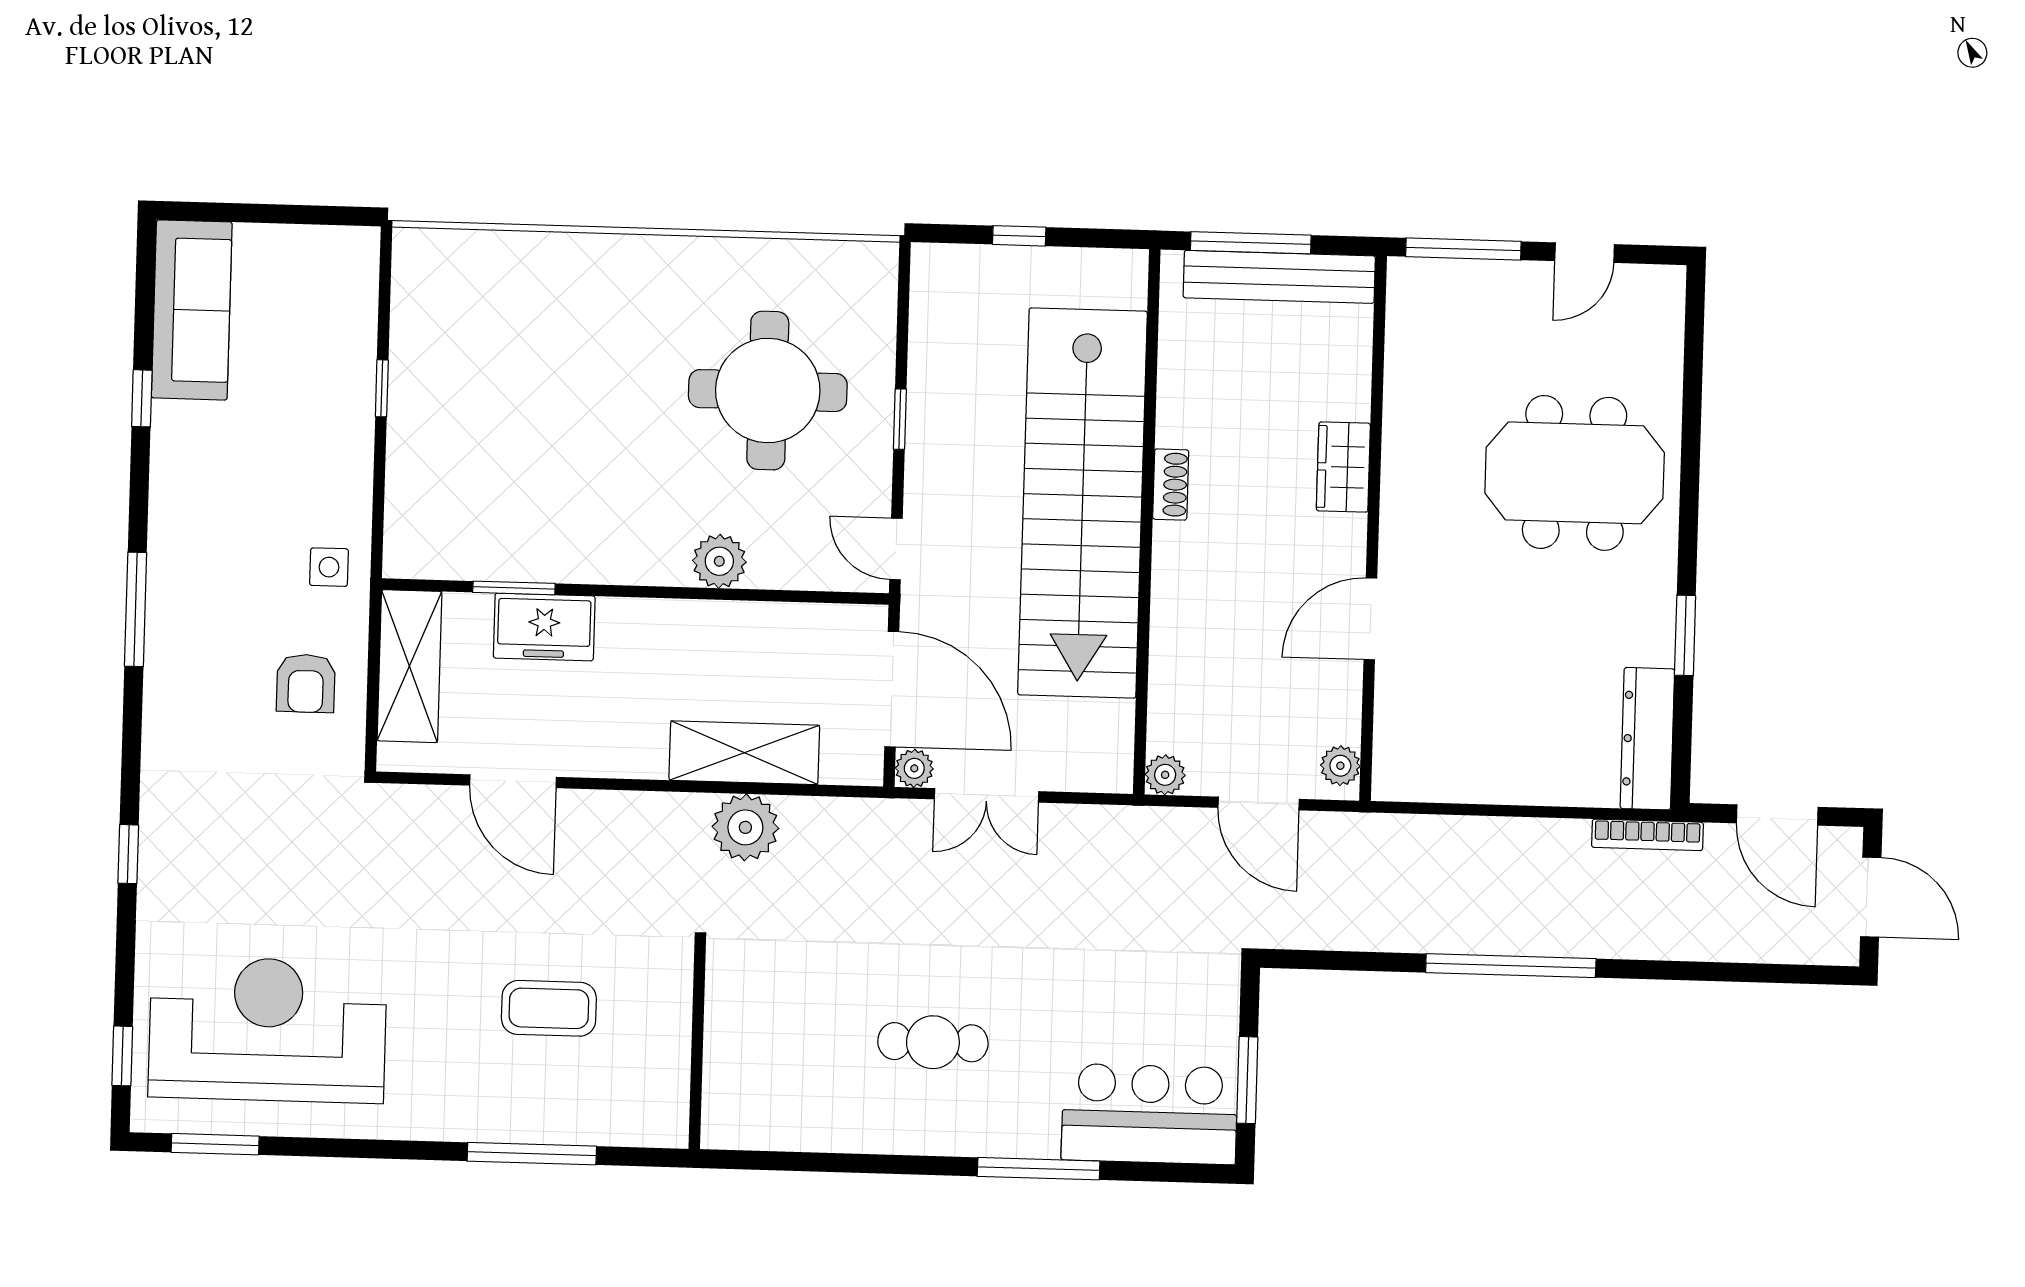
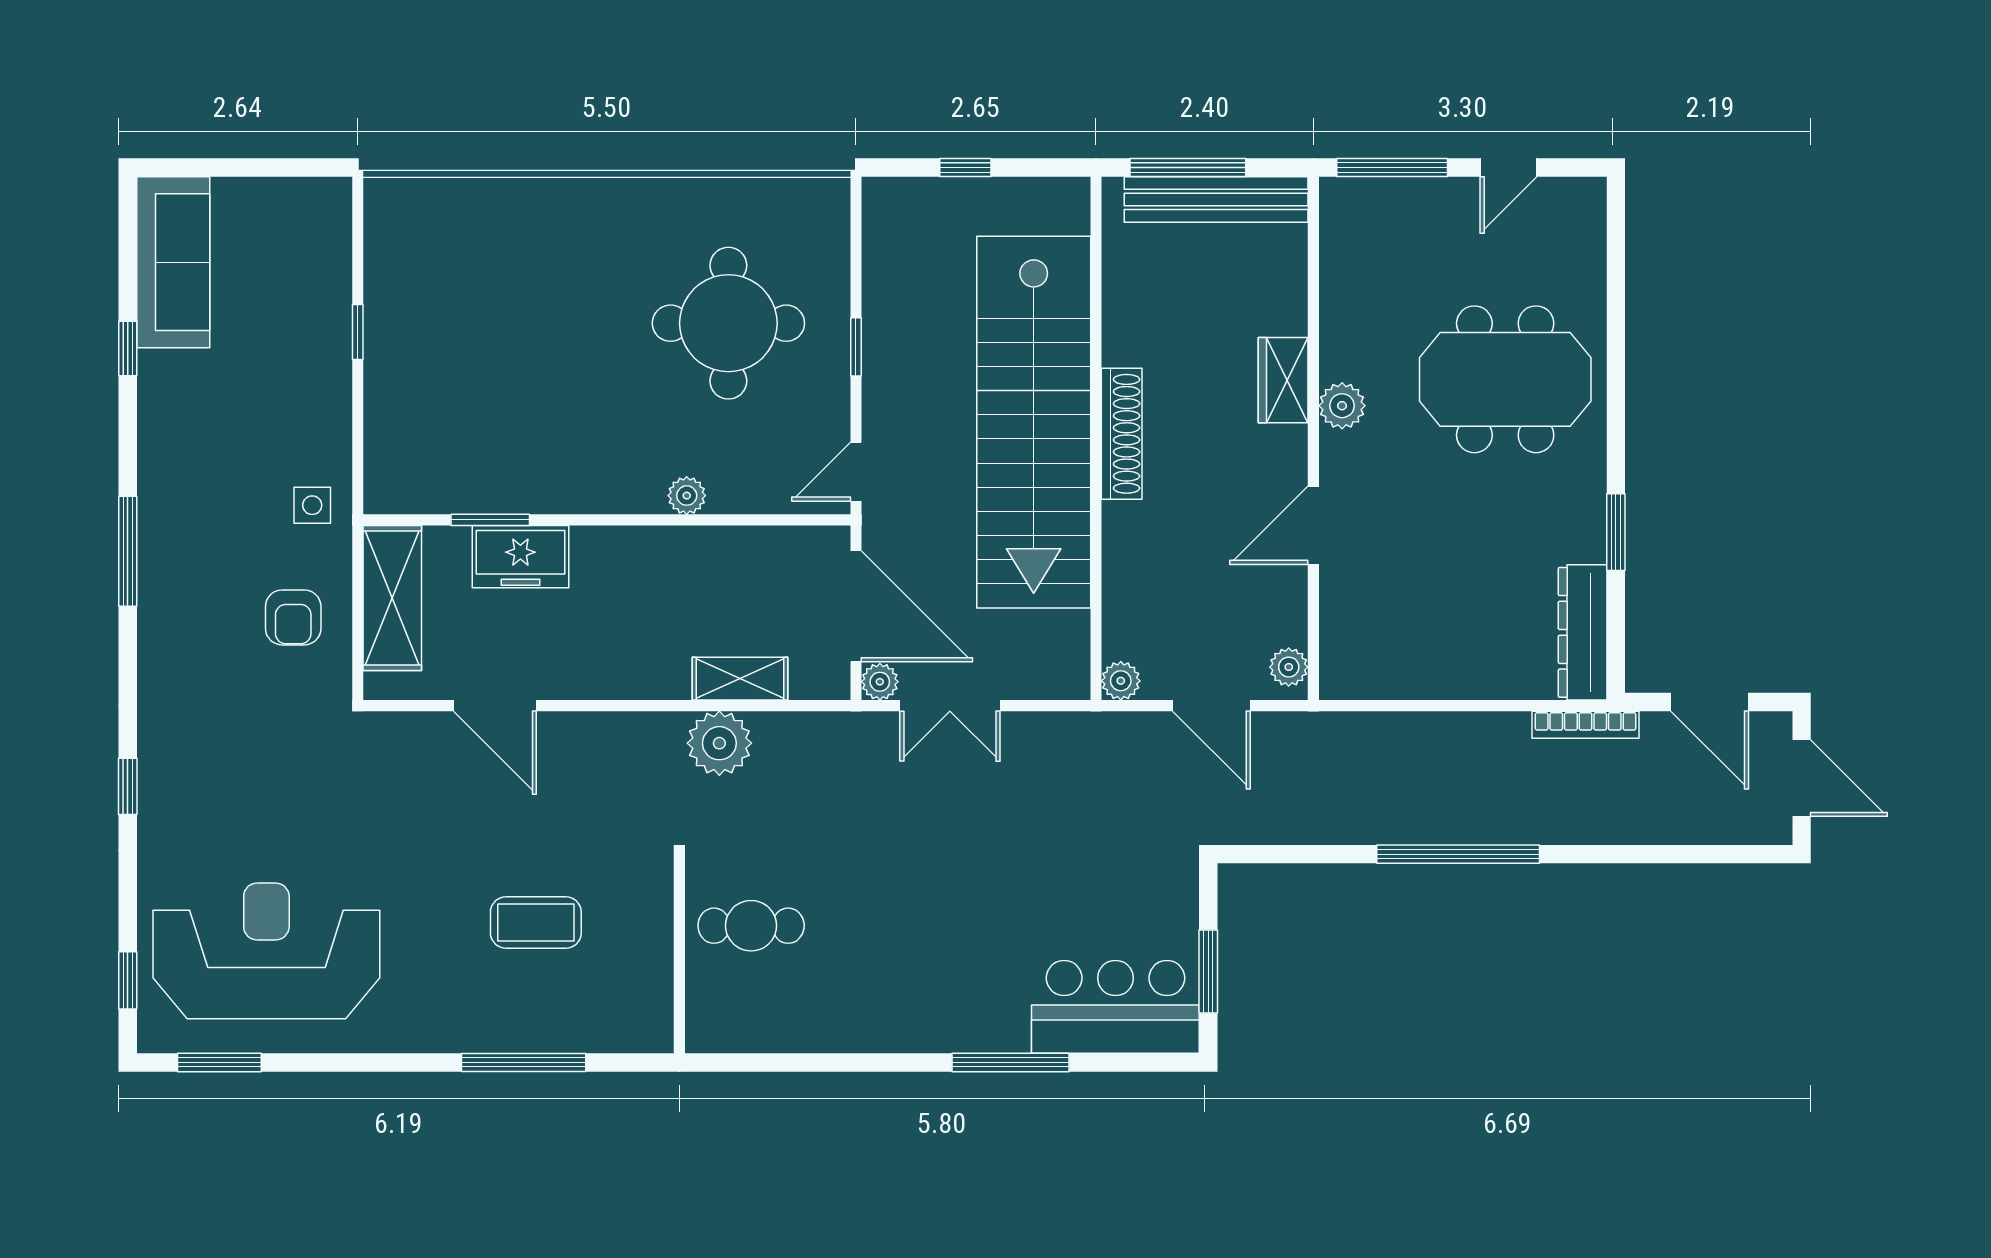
shoe rack: (1171, 485) -> (1122, 434), width x1.94, depth x1.24
plant: (1404, 495) -> (1342, 406), added
door: (896, 549) -> (856, 472), hinge flipped
plant: (719, 561) -> (687, 496), width x0.73, depth x0.73
shelving: (744, 753) -> (740, 679), width x0.67, depth x0.75
cafe table: (933, 1042) -> (751, 926), moved

